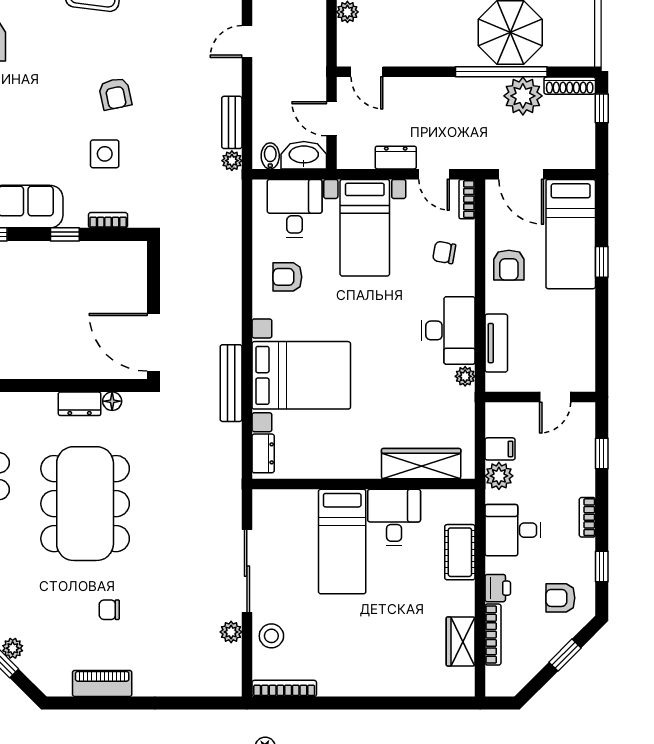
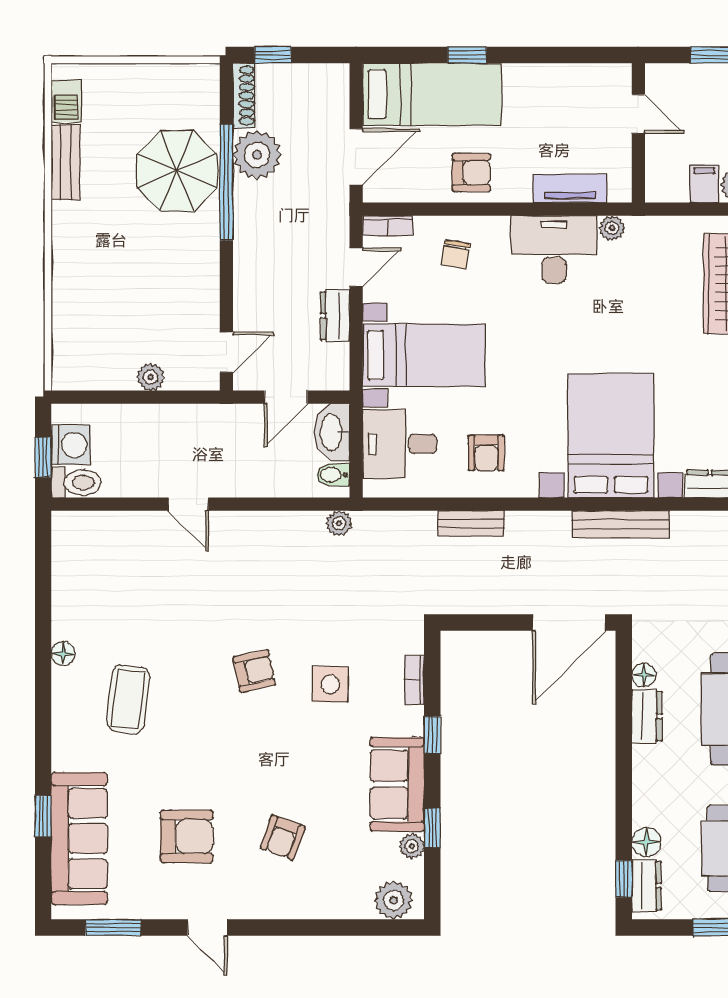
bench: (232, 122) -> (471, 523), moved

